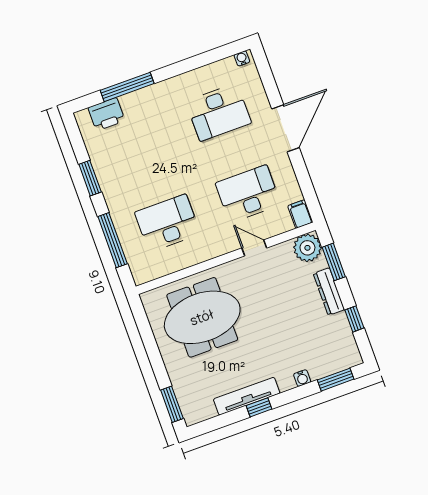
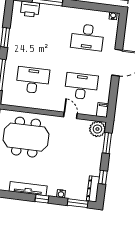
dresser: (329, 292) -> (93, 189), moved
window: (259, 407) -> (42, 199), moved

